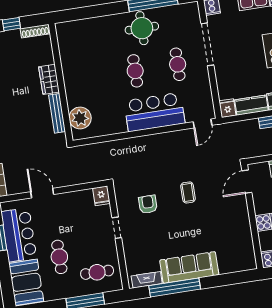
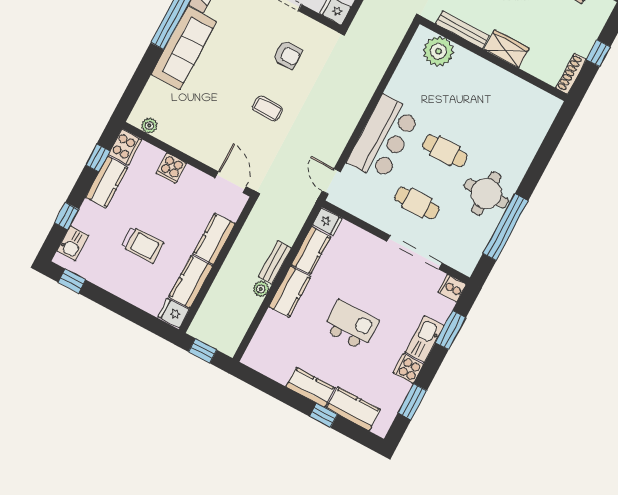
plant: (249, 254) -> (149, 126), added

